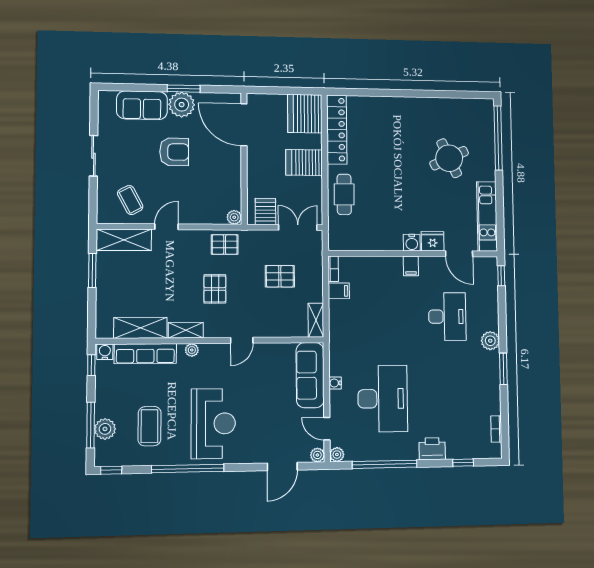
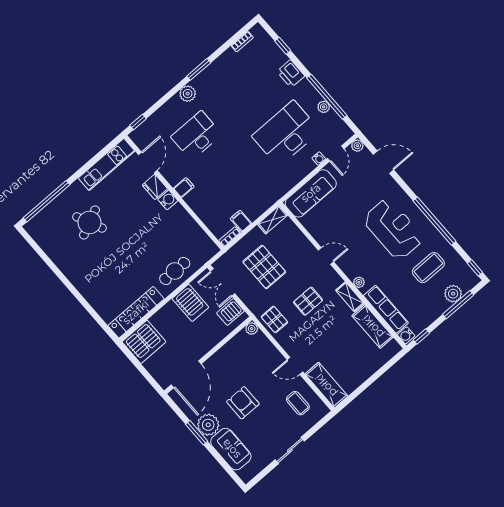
server rack: (304, 163) -> (190, 303), moved
coffee table: (130, 200) -> (298, 403), turned -62
window: (92, 270) -> (362, 388), removed
pallet: (280, 276) -> (264, 267), width x1.50, depth x1.42
water cooler: (335, 383) -> (319, 159), moved
reception desk: (213, 424) -> (393, 229), turned 90
plant: (337, 455) -> (324, 107), moved

